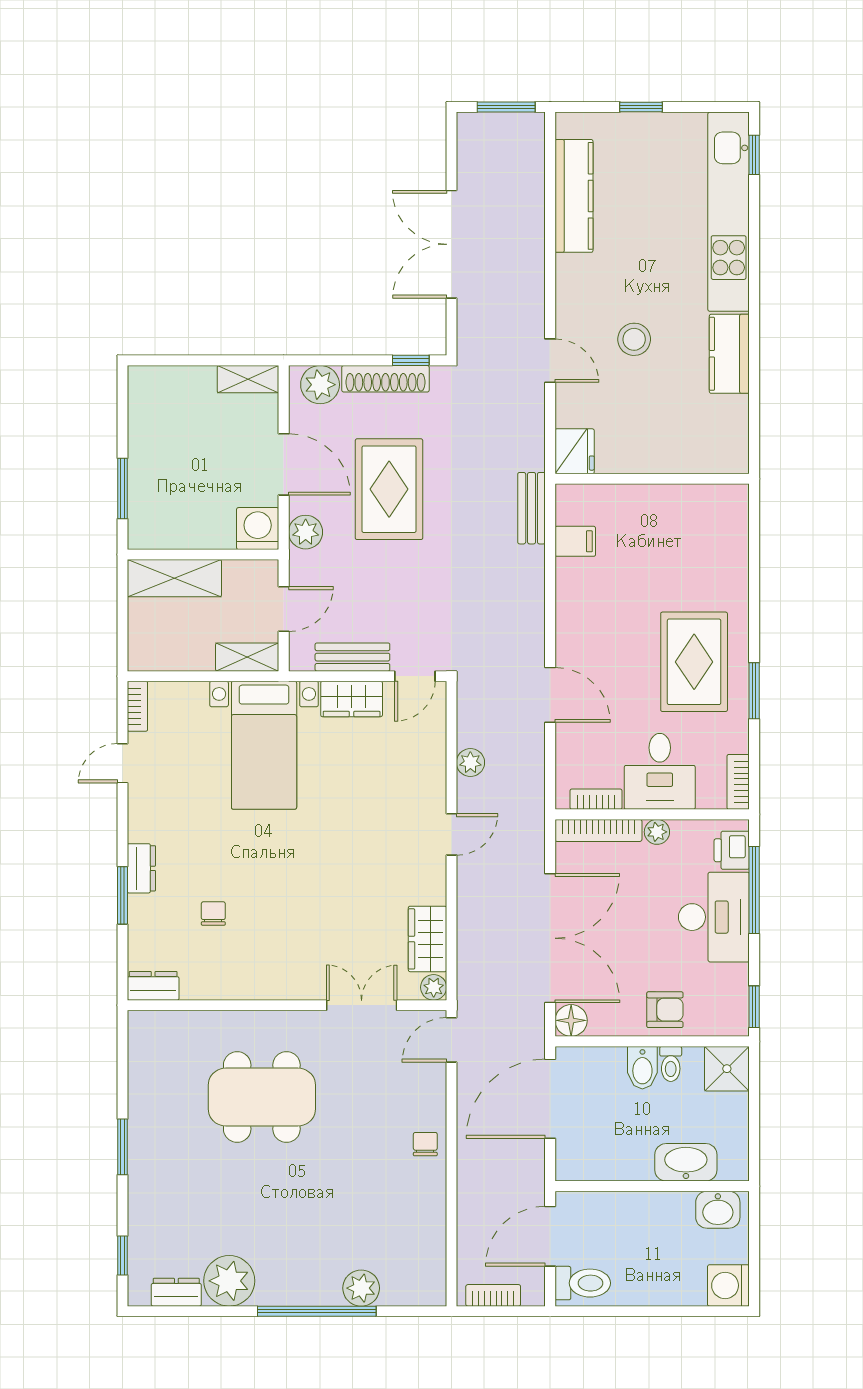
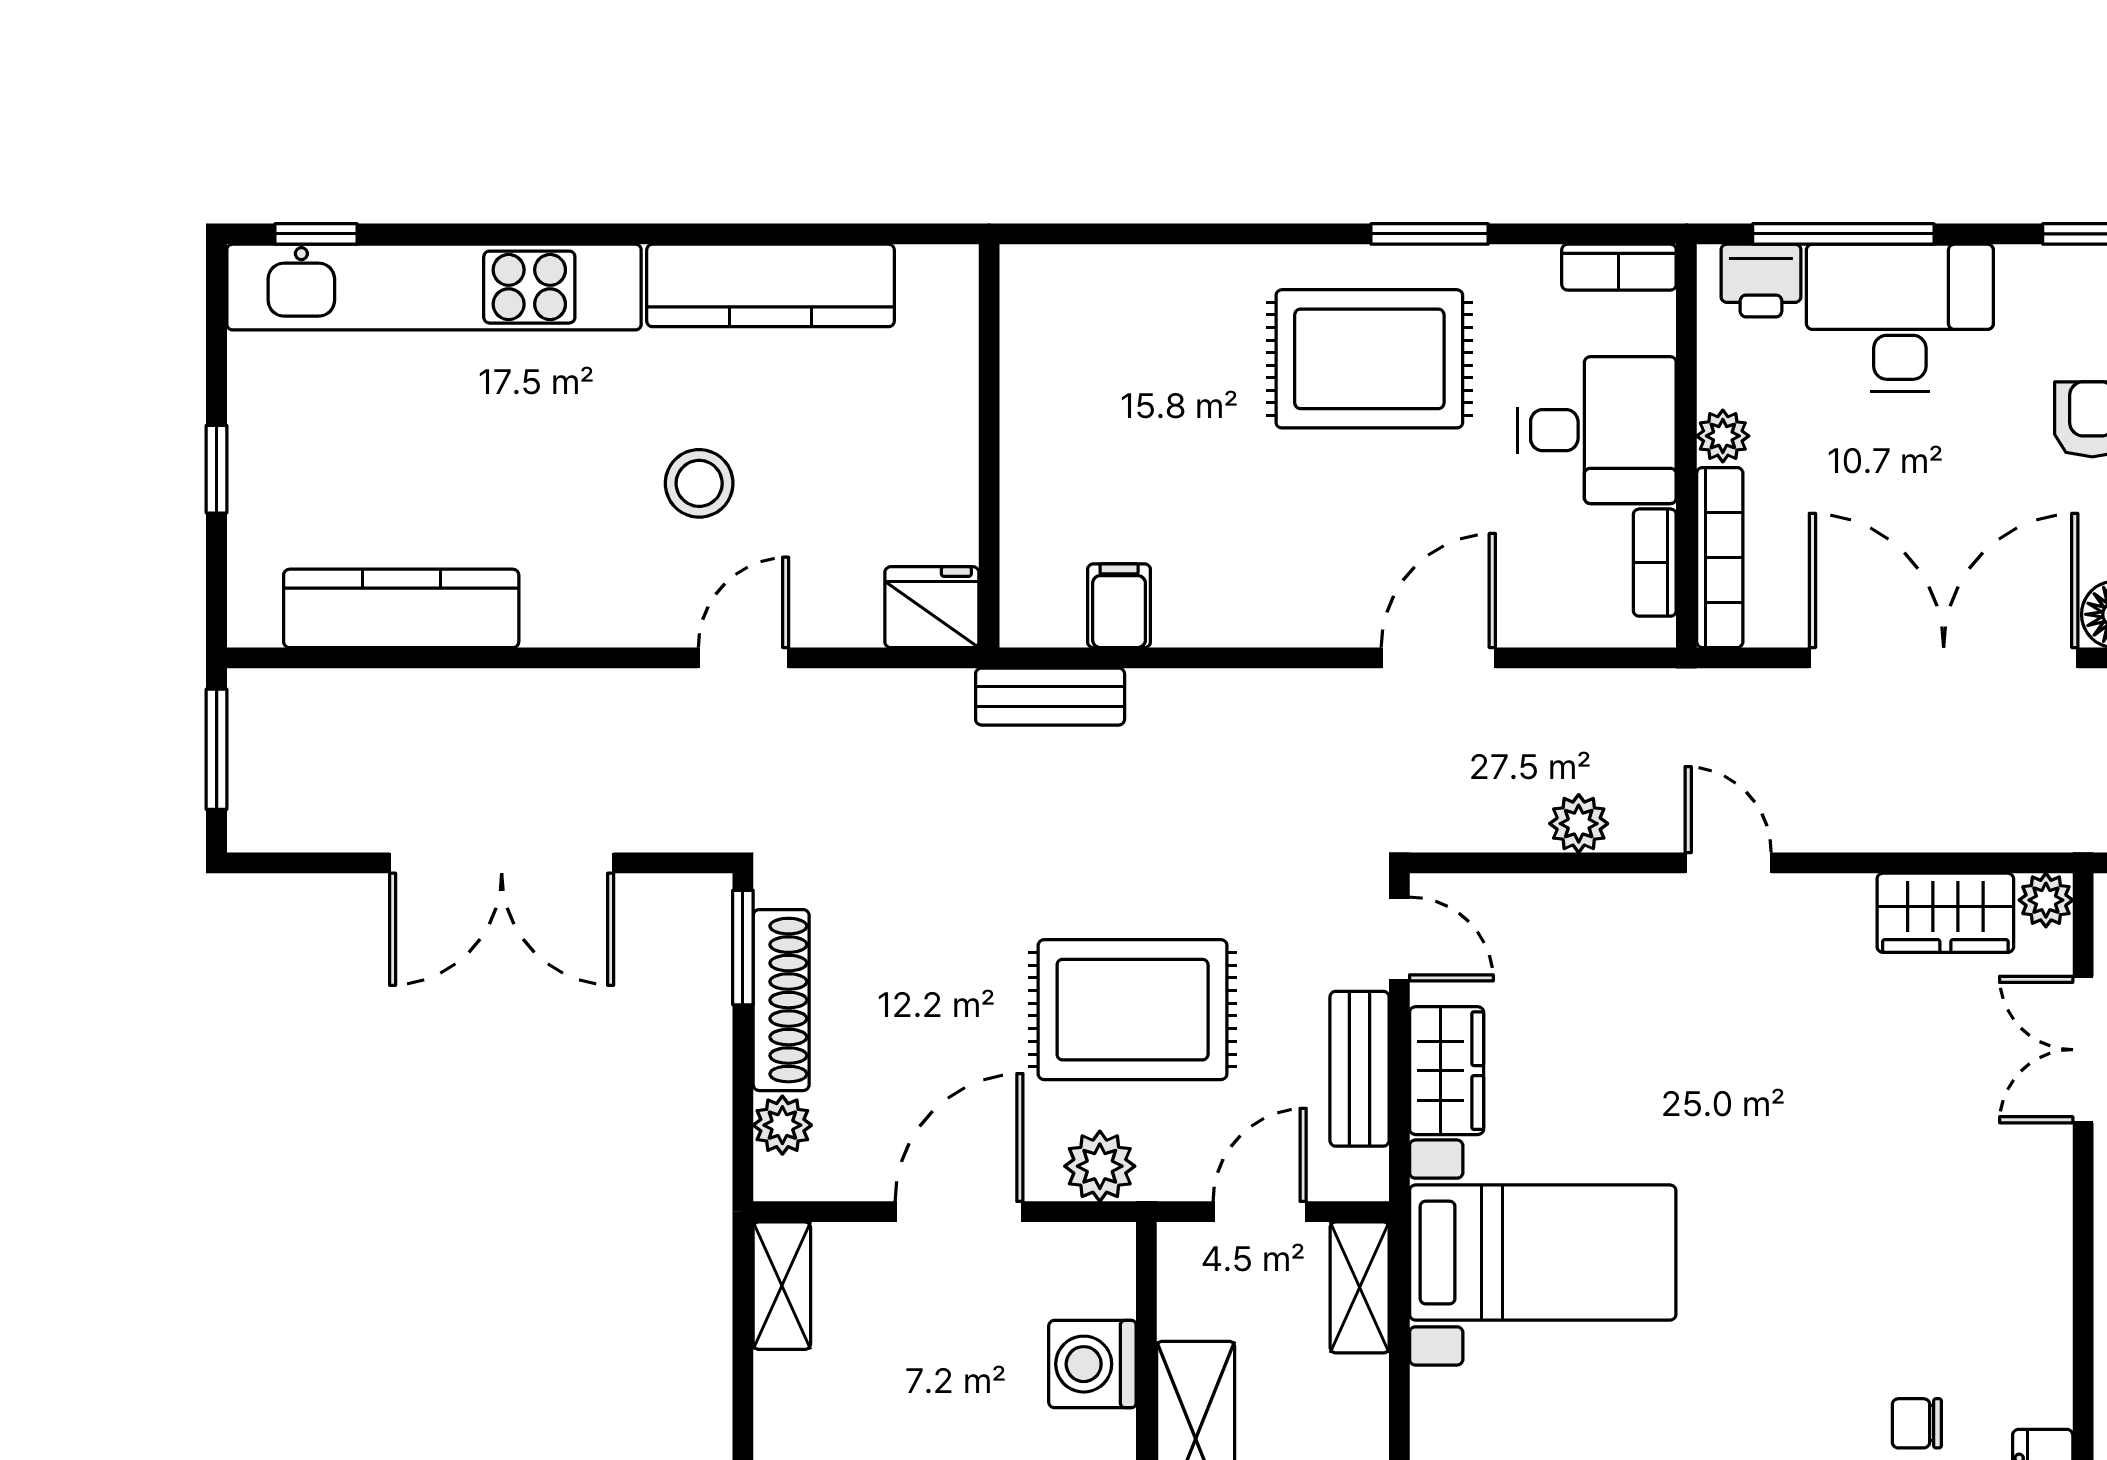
kitchen counter: (729, 354) -> (771, 285), width x1.50
window: (411, 360) -> (743, 948), width x1.50
plant: (320, 385) -> (782, 1125), width x0.73, depth x0.73
rug: (389, 489) -> (1133, 1010), moved
washing machine: (258, 529) -> (1092, 1364), moved
door: (284, 609) -> (1260, 1212), hinge flipped
chair: (213, 914) -> (1917, 1423), moved

